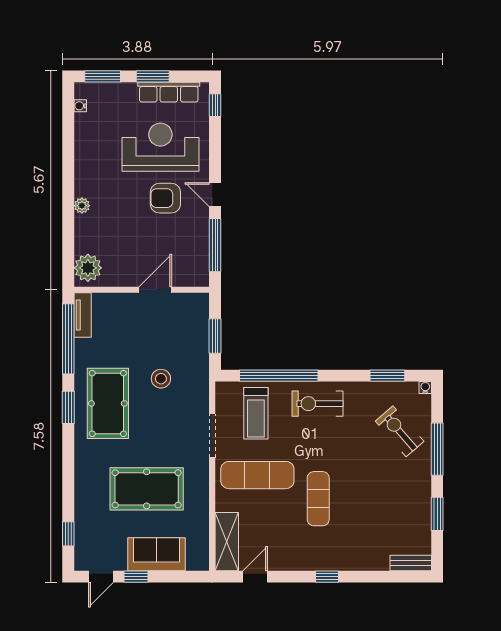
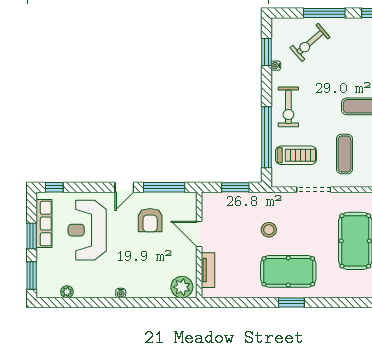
water cooler: (80, 106) -> (121, 293), moved
armchair: (165, 198) -> (150, 220), moved
plant: (82, 206) -> (67, 292), moved
tv unit: (83, 315) -> (208, 270), moved, turned 90
window: (68, 339) -> (238, 302), removed
water cooler: (425, 388) -> (276, 66), moved
exercise mat: (257, 475) -> (344, 154), width x0.73, depth x0.69

